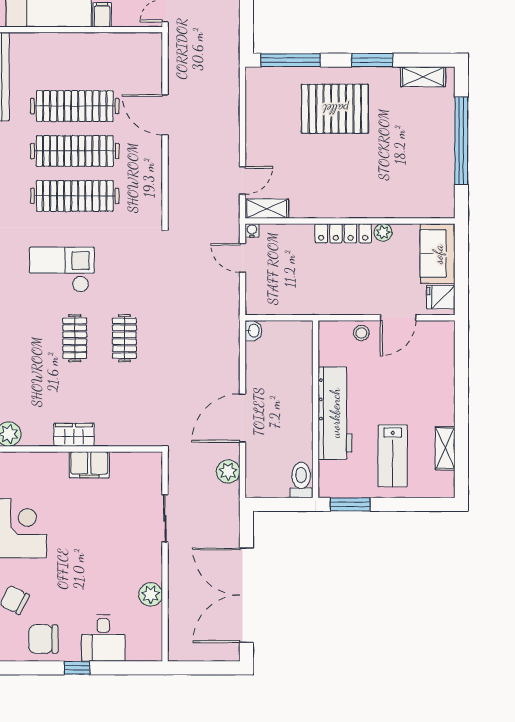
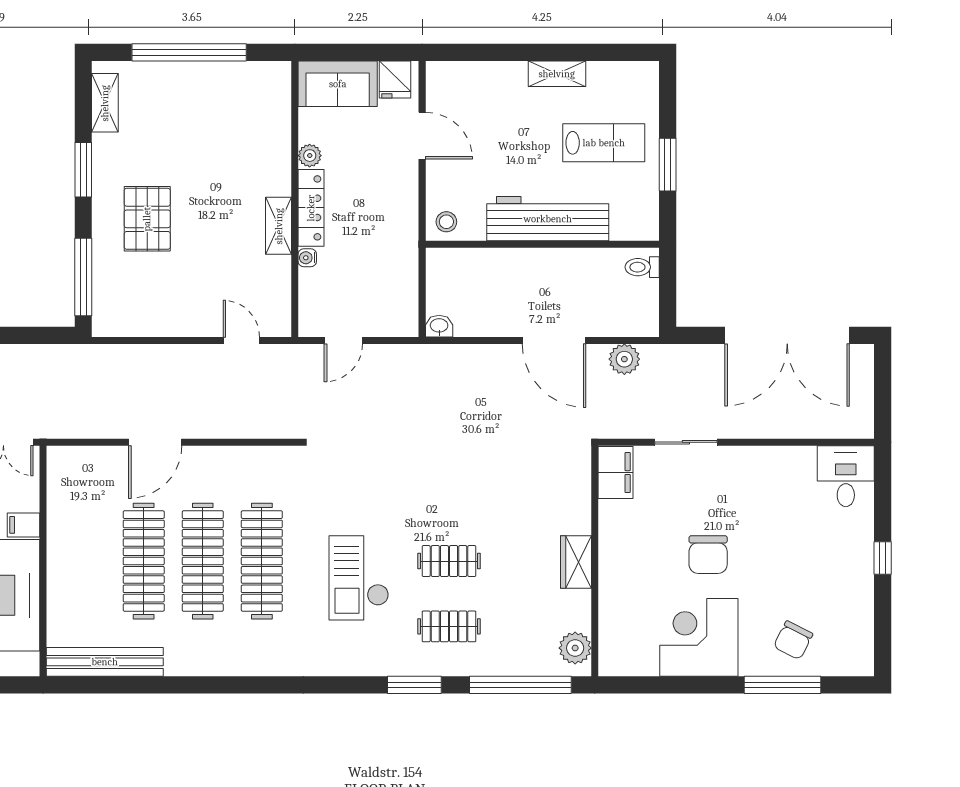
pallet: (335, 109) -> (147, 219), width x0.73, depth x0.71
shelving: (267, 209) -> (279, 226), moved
water cooler: (252, 230) -> (307, 258), moved
stool: (361, 333) -> (446, 222), moved
clothes rail: (124, 338) -> (449, 626), moved
shelving: (445, 448) -> (557, 74), moved
filing cabinet: (89, 465) -> (615, 473), moved
toilet: (301, 480) -> (642, 267), width x0.73, depth x0.72
window: (350, 504) -> (668, 165), moved
plant: (151, 594) -> (786, 461), removed
desk: (103, 638) -> (846, 476), moved, turned -90
chair: (43, 639) -> (708, 555), moved

